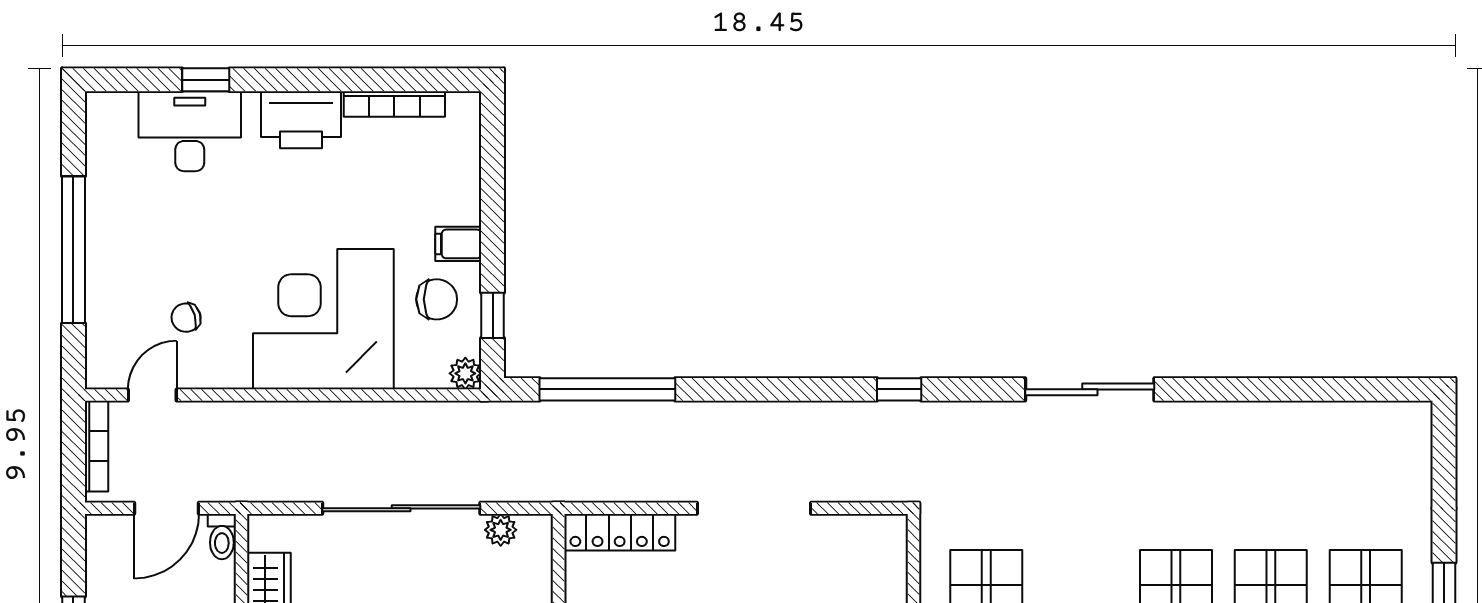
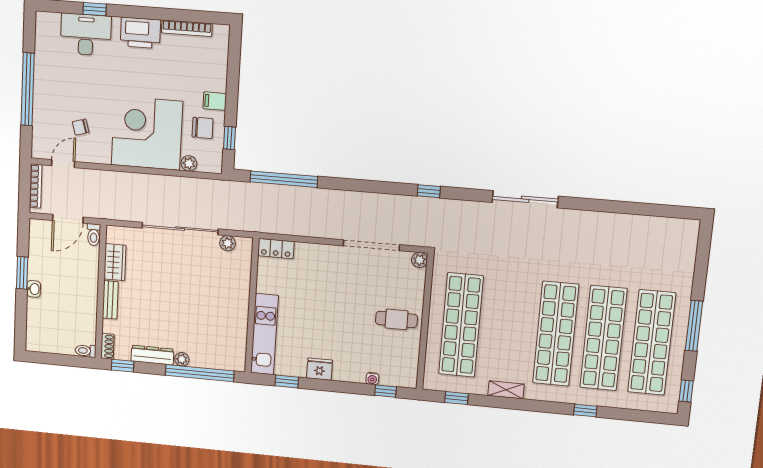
plant: (465, 373) -> (189, 163), moved
doorway: (754, 508) -> (371, 245), moved
plant: (892, 530) -> (420, 260), added
locker: (620, 532) -> (276, 249), width x0.66

